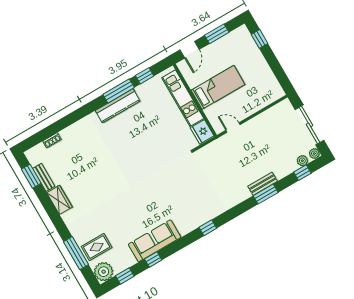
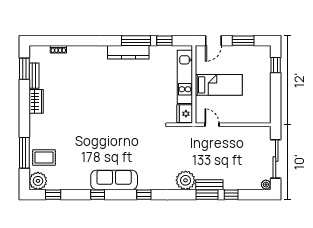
plant: (302, 161) -> (186, 180), moved, width x1.87, depth x1.87
window: (302, 173) -> (231, 195), moved
sofa: (155, 241) -> (114, 180), moved
window: (153, 259) -> (98, 195), moved

